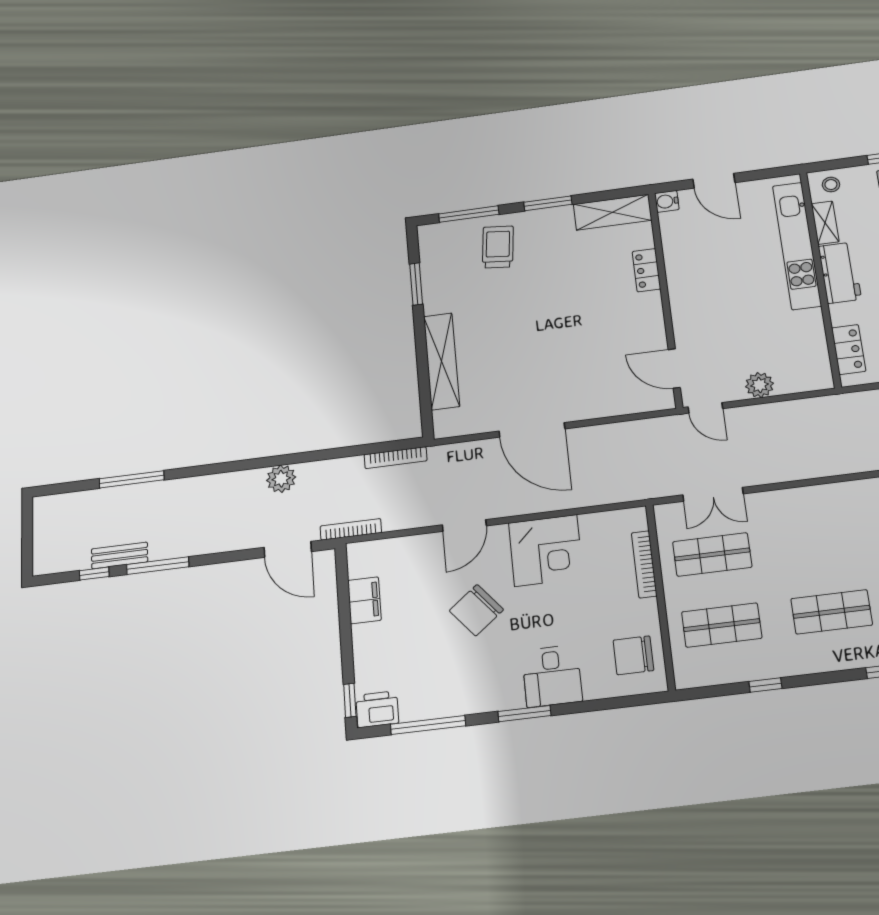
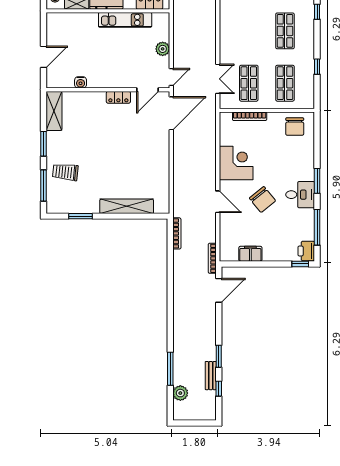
water cooler: (667, 201) -> (81, 82), moved
kitchen unit: (797, 245) -> (125, 20), moved, width x0.73
locker: (647, 270) -> (118, 97), moved
door: (532, 430) -> (171, 113), moved
plant: (281, 479) -> (180, 393), moved
window: (158, 566) -> (219, 356), width x0.69
desk: (552, 676) -> (300, 195), moved

